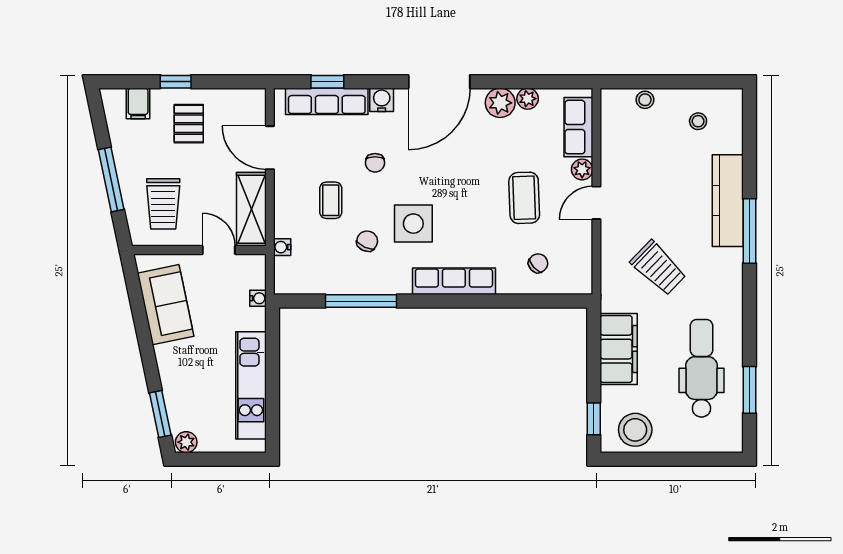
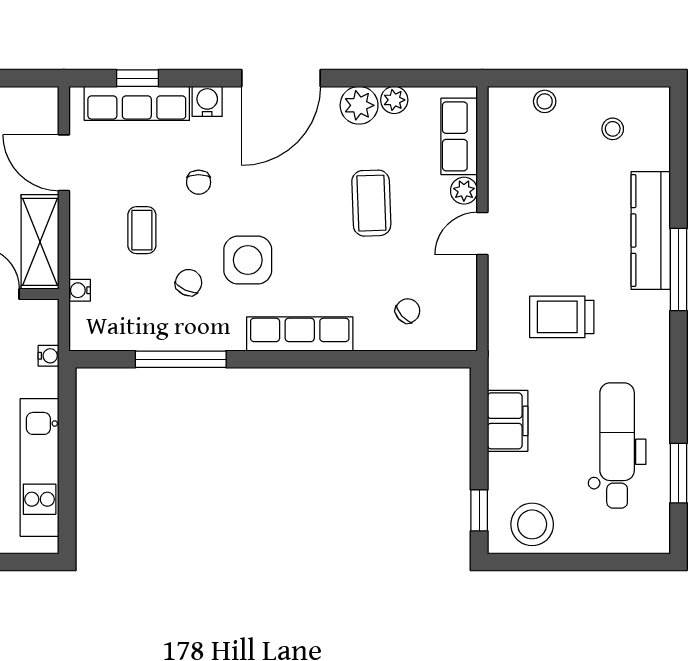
coffee table: (524, 198) -> (371, 203), moved
trolley: (658, 268) -> (562, 317), turned 136
filing cabinet: (619, 349) -> (508, 421), width x0.67, depth x0.86

